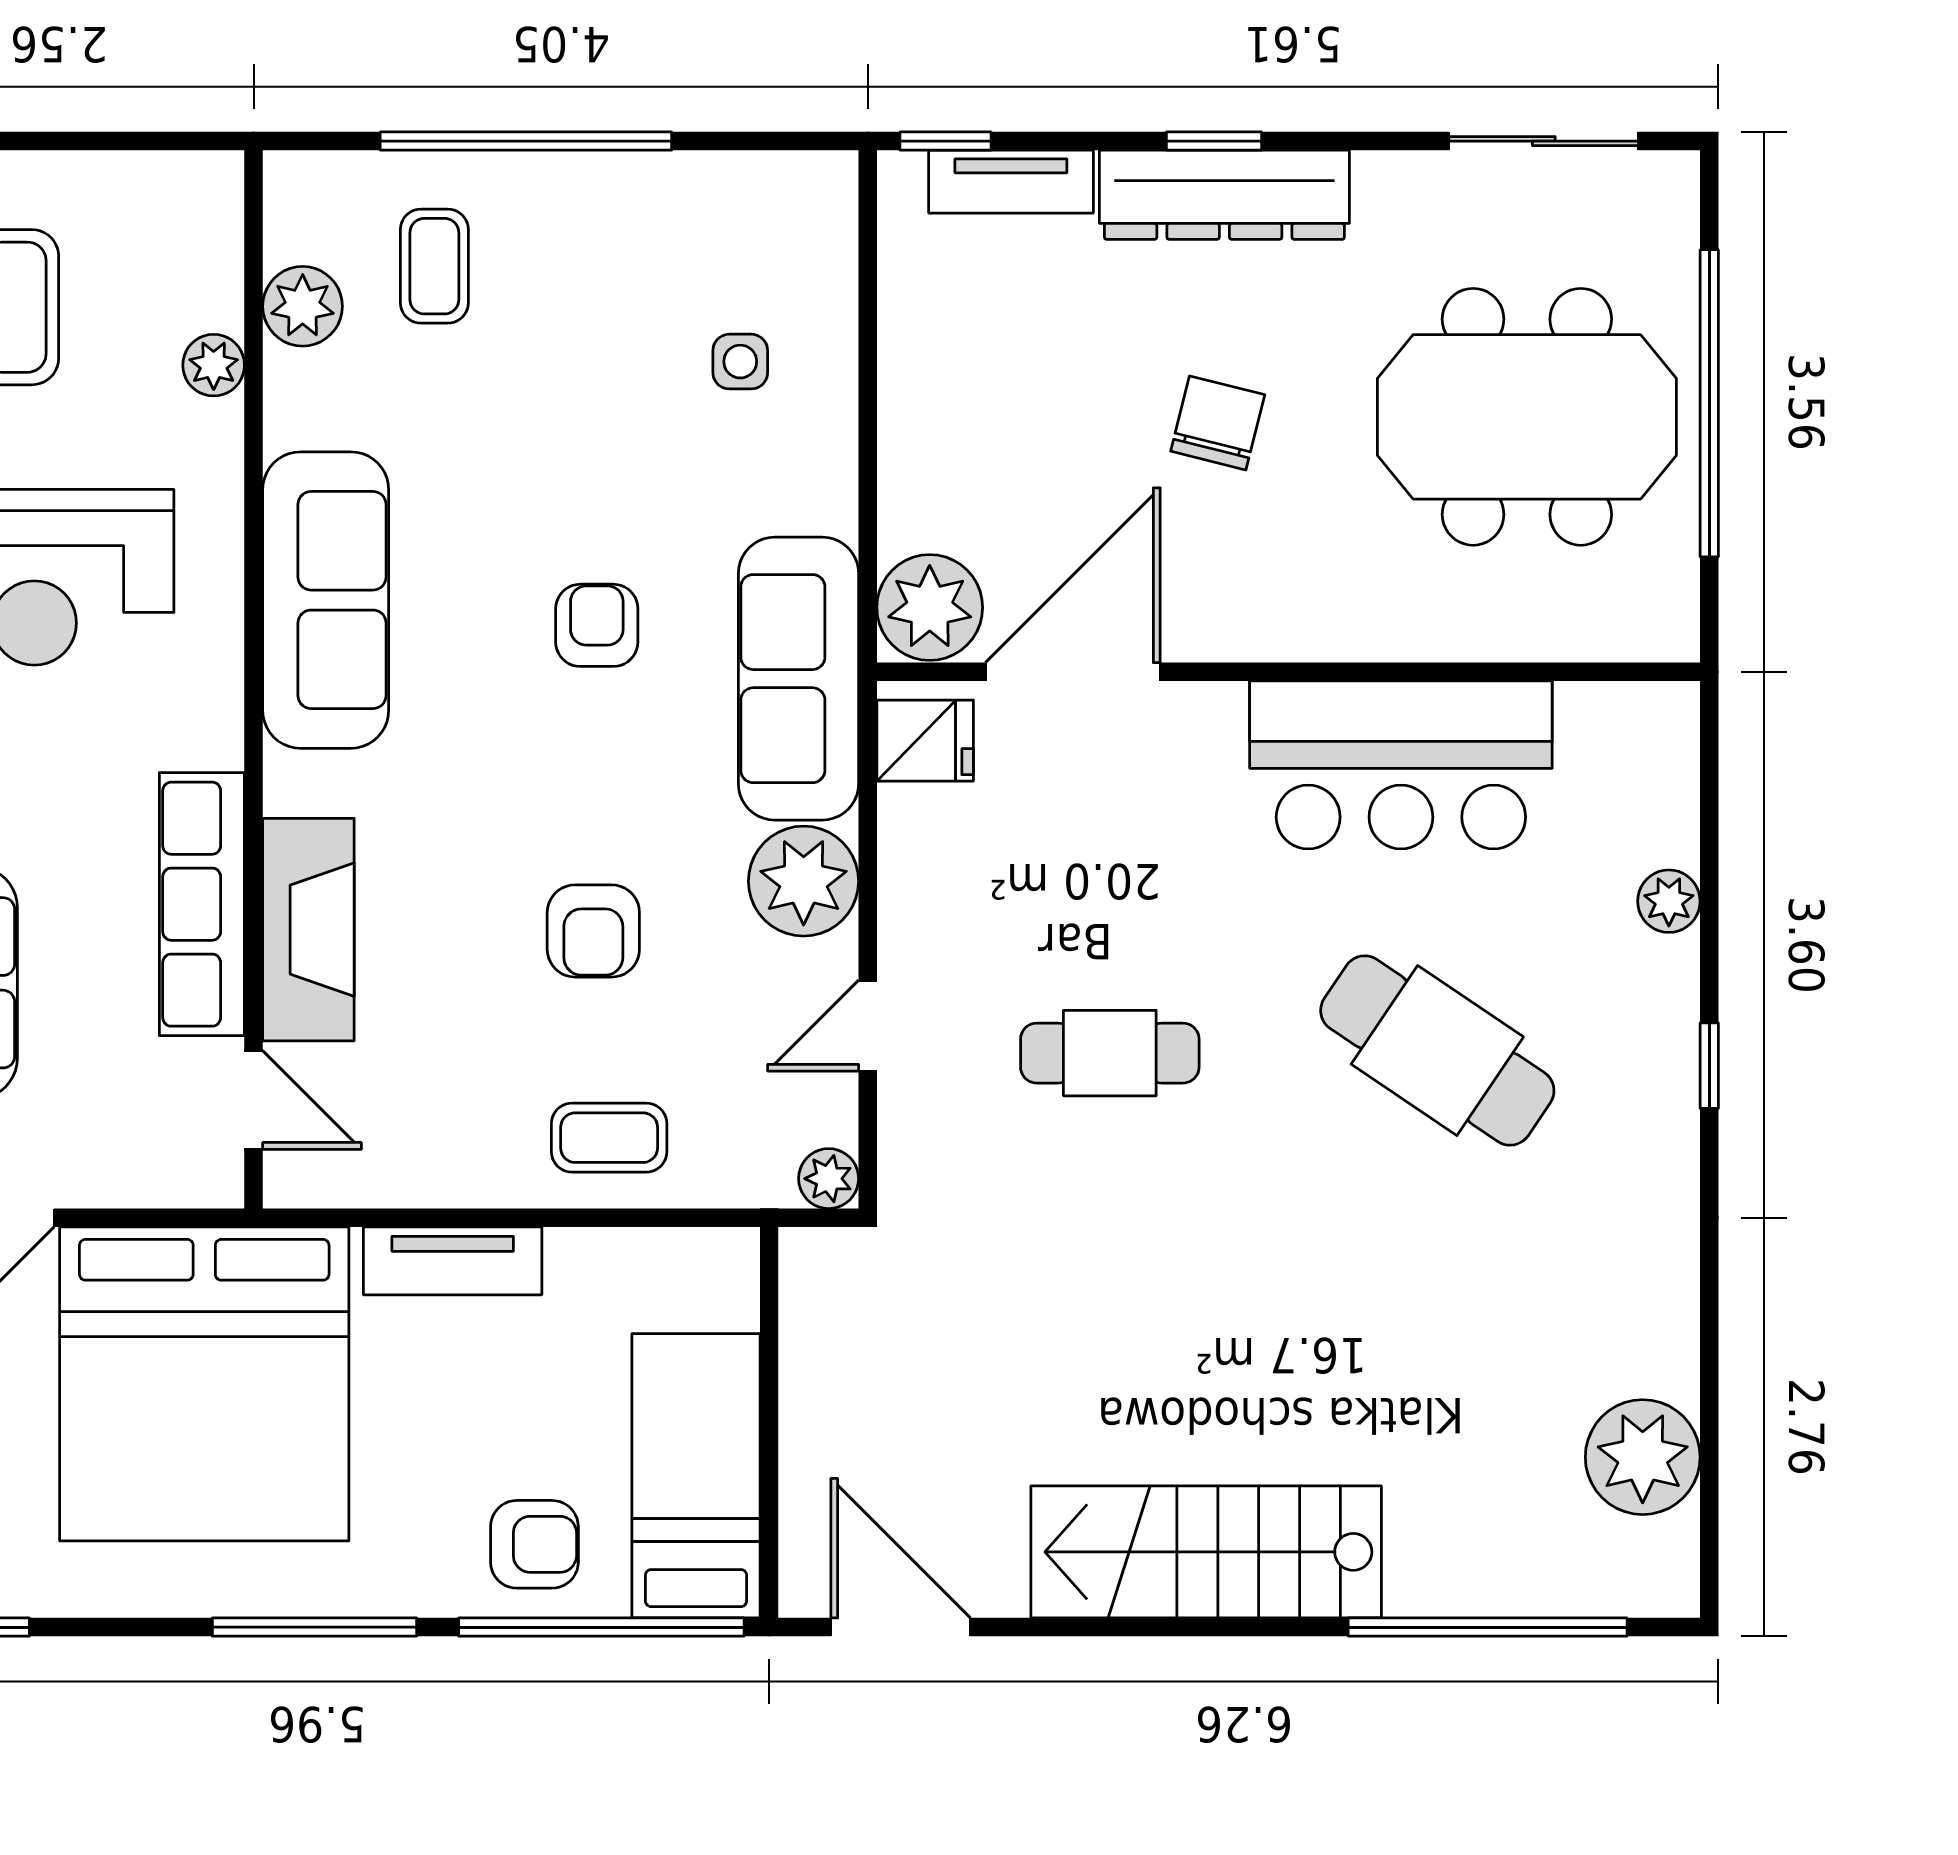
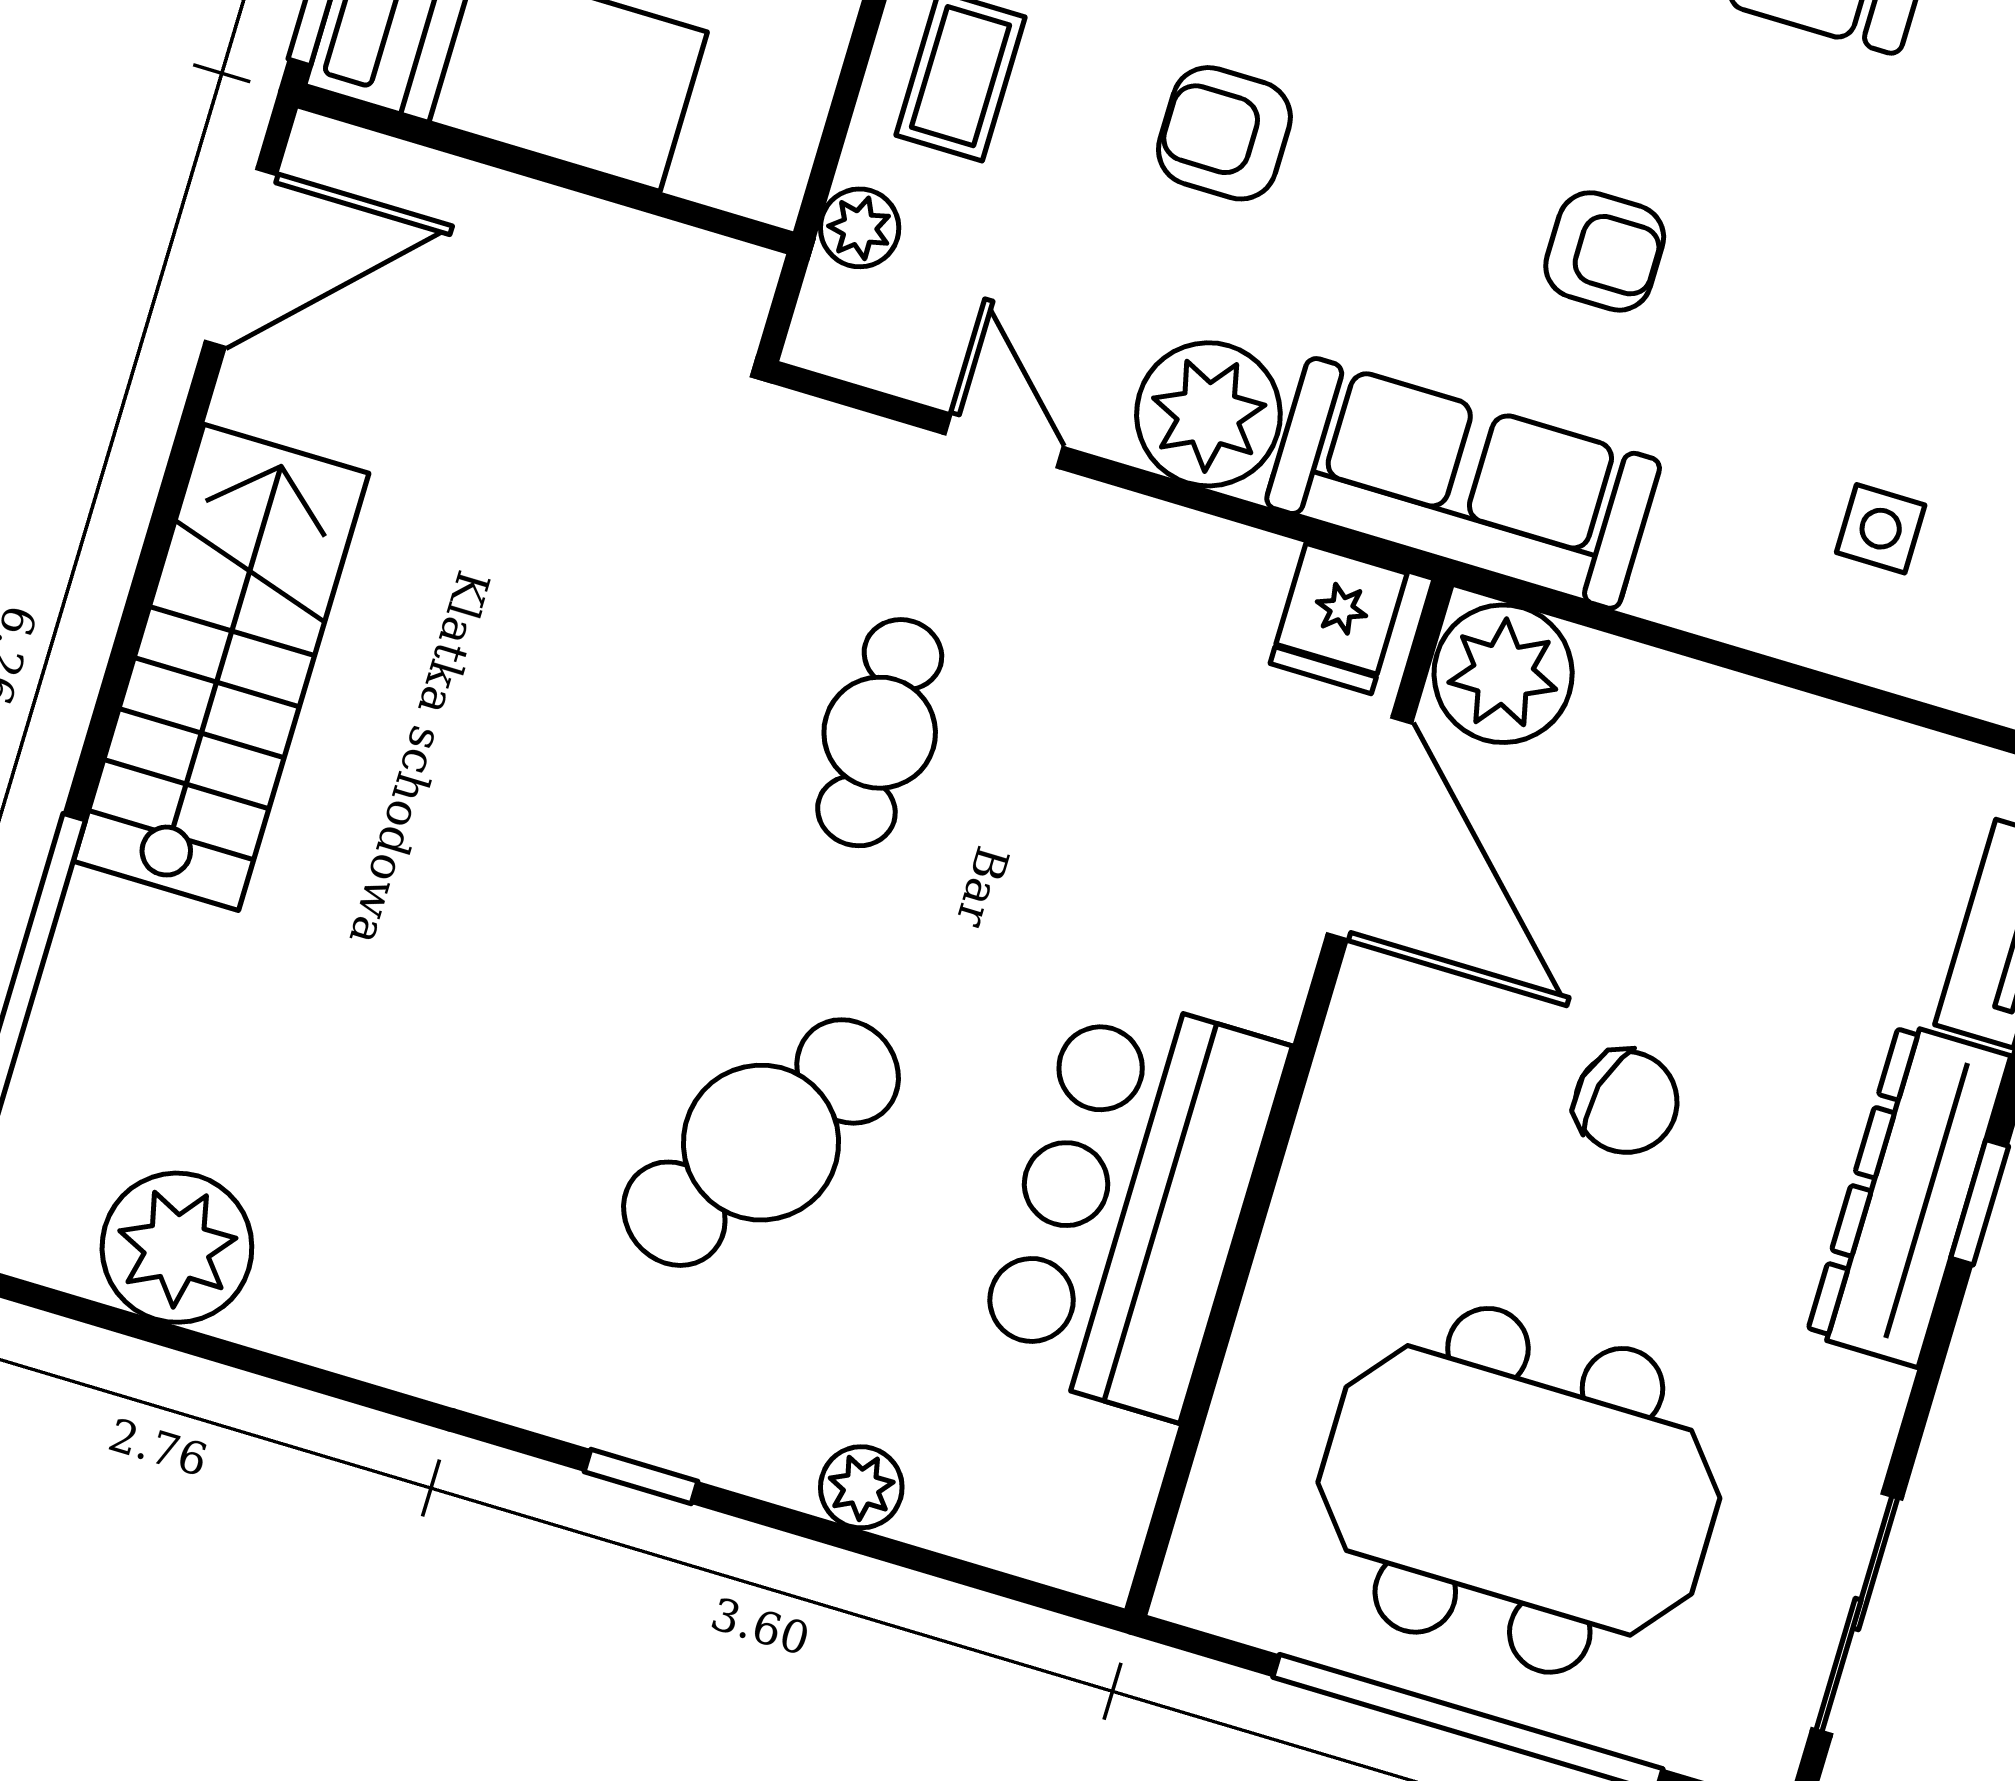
meeting table: (1527, 417) -> (1519, 1490), turned 90
plant: (829, 1179) -> (860, 228), moved

